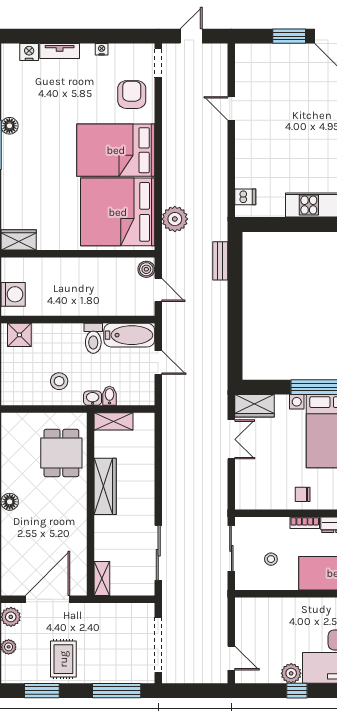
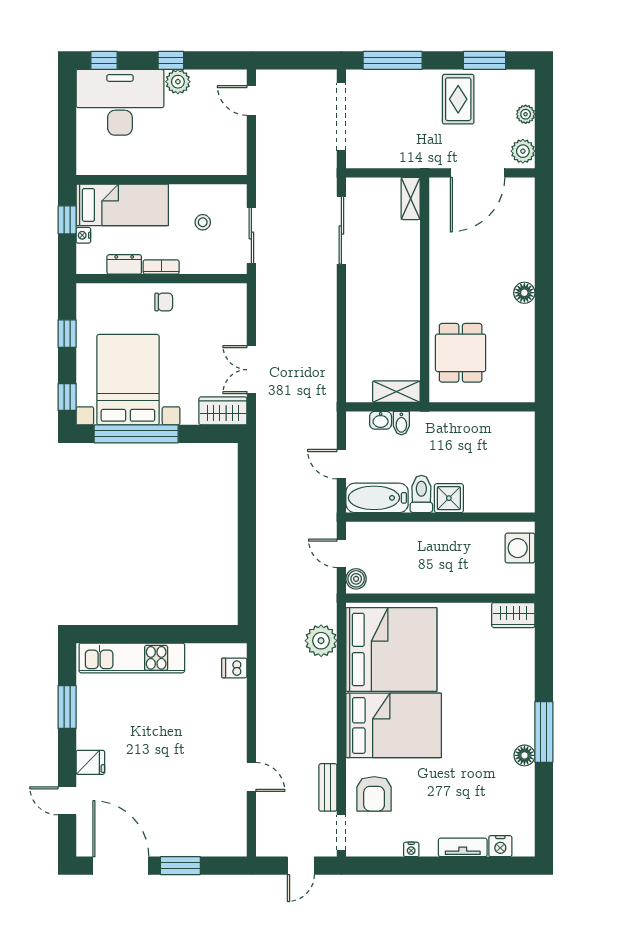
bench: (220, 261) -> (328, 787), moved
shower: (19, 335) -> (449, 498), moved
stool: (59, 381) -> (463, 441), removed
washbasin: (93, 398) -> (381, 420), moved
wardrobe: (105, 486) -> (407, 312), removed

